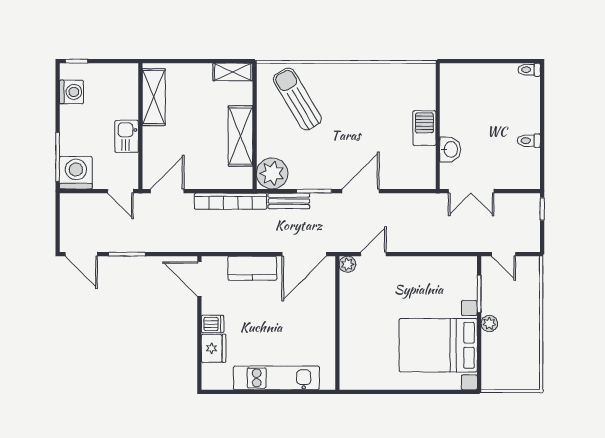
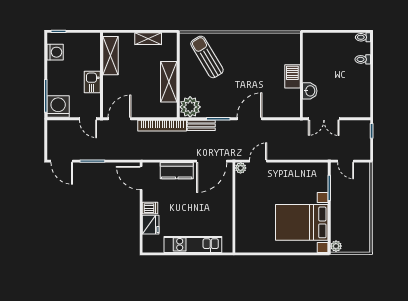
shelving: (233, 72) -> (148, 39), moved
toilet: (529, 141) -> (363, 59), moved
plant: (489, 323) -> (336, 246), moved

